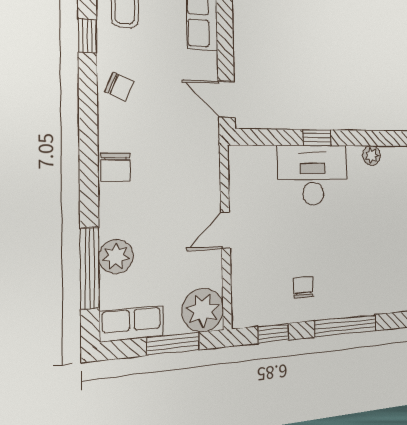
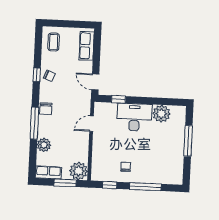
window: (87, 36) -> (37, 75), moved
window: (317, 138) -> (119, 99), moved
plant: (372, 155) -> (161, 114), width x1.88, depth x1.88
door: (225, 230) -> (92, 124), moved
window: (90, 268) -> (34, 123), moved

